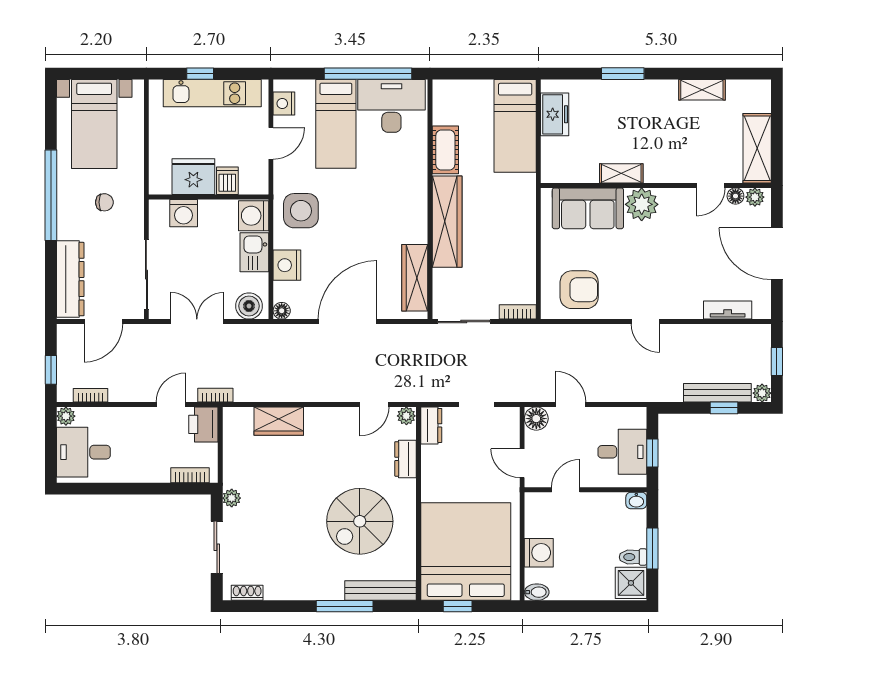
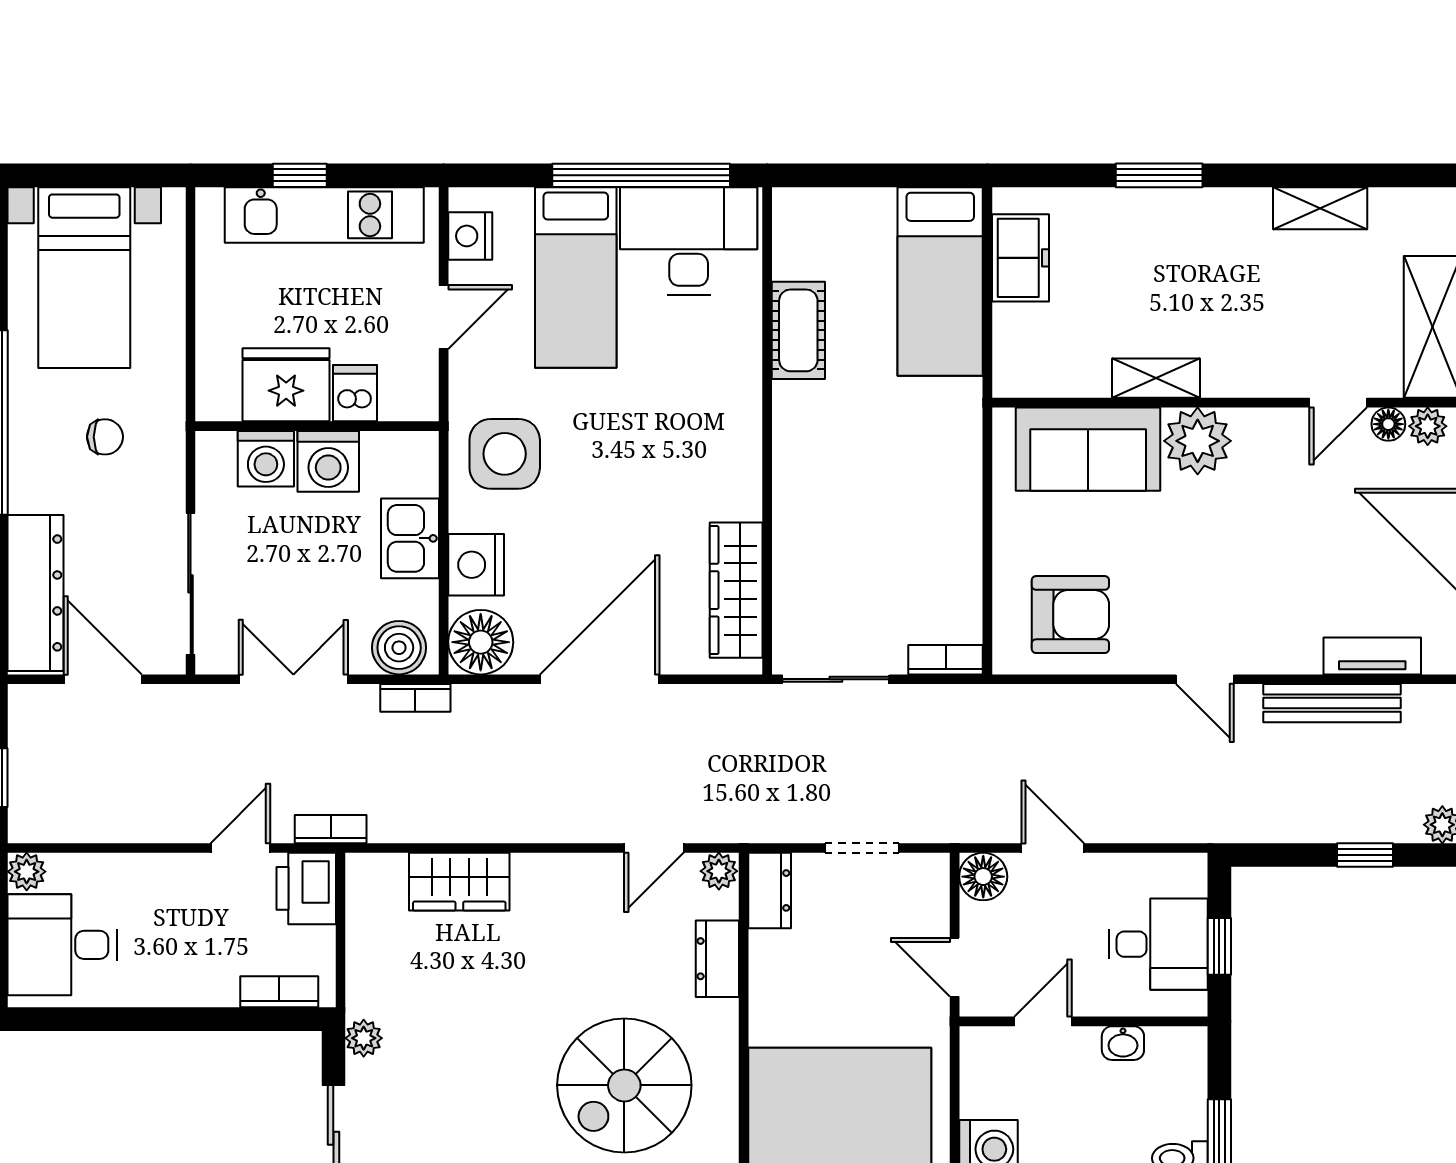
washing machine: (254, 216) -> (328, 461), moved, turned -90
wardrobe: (447, 222) -> (802, 476), removed
floor lamp: (282, 311) -> (481, 642), width x1.89, depth x1.89
door: (103, 322) -> (103, 679), swing flipped
bench: (717, 393) -> (1332, 703), moved
bookcase: (91, 395) -> (415, 698), moved, turned 180
washbasin: (636, 500) -> (1123, 1043), moved

